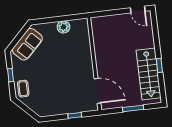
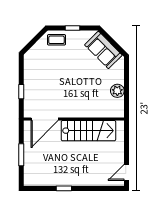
stairs: (149, 74) -> (88, 131), moved, turned 180

